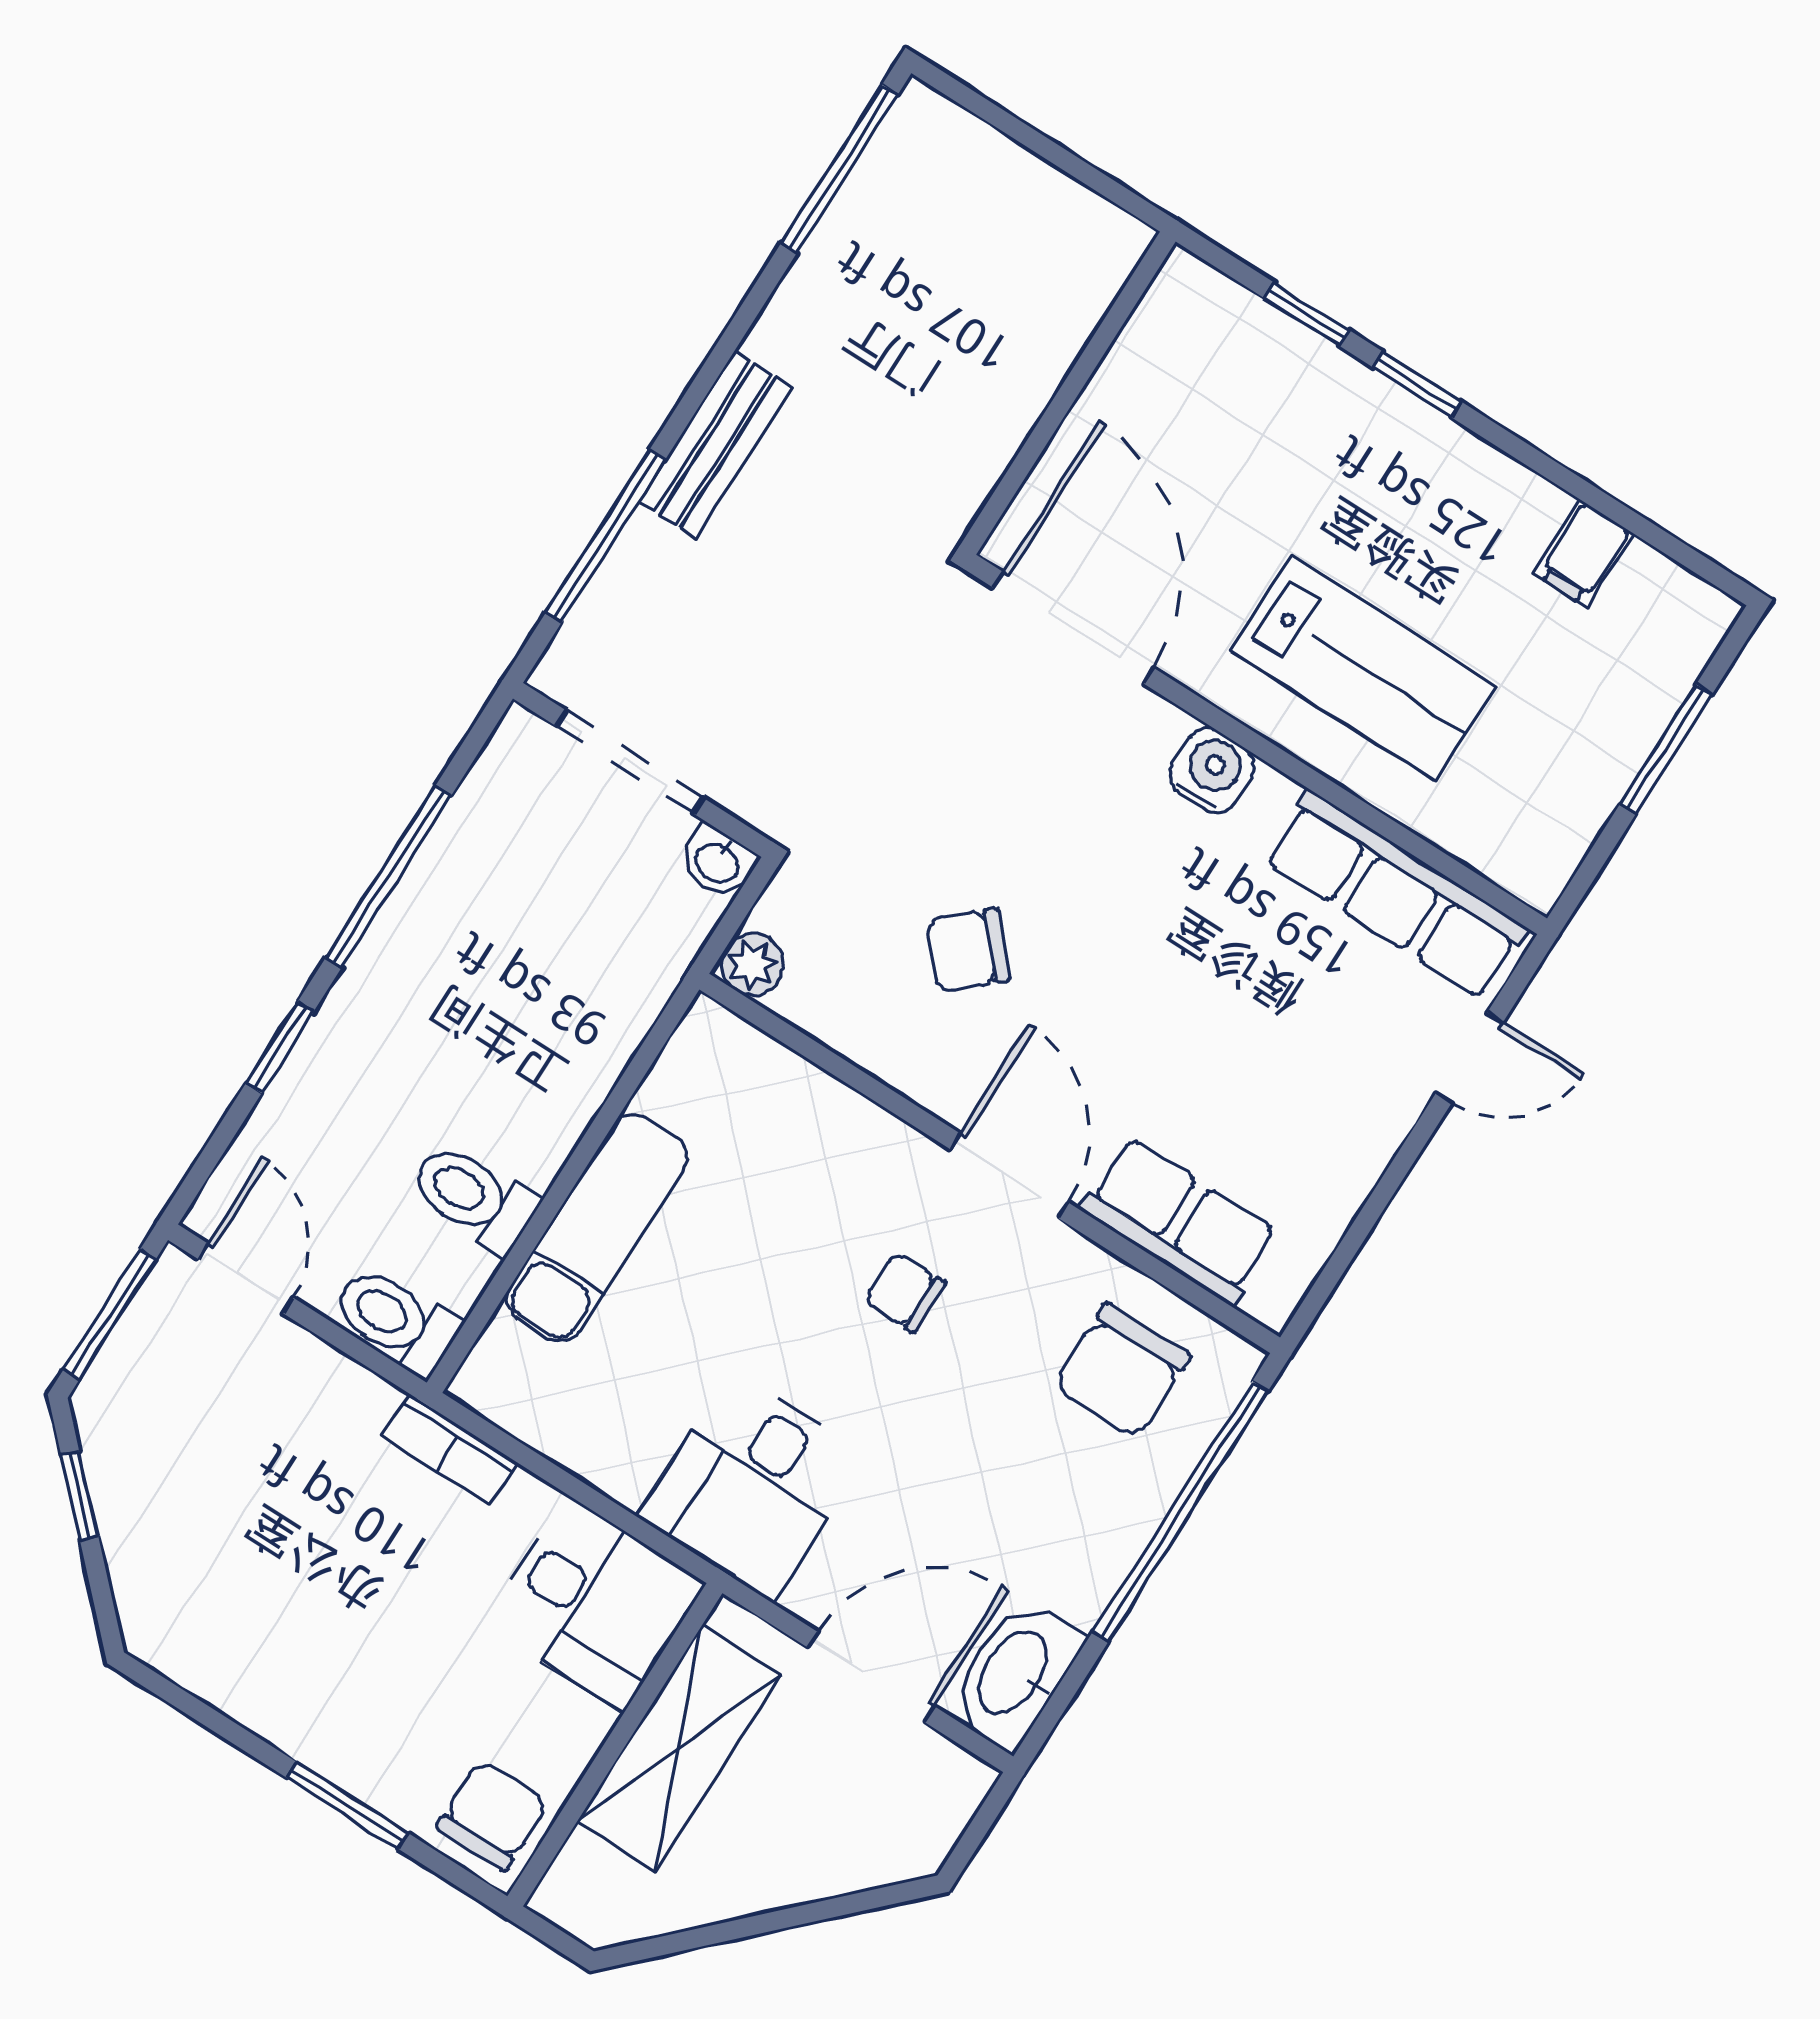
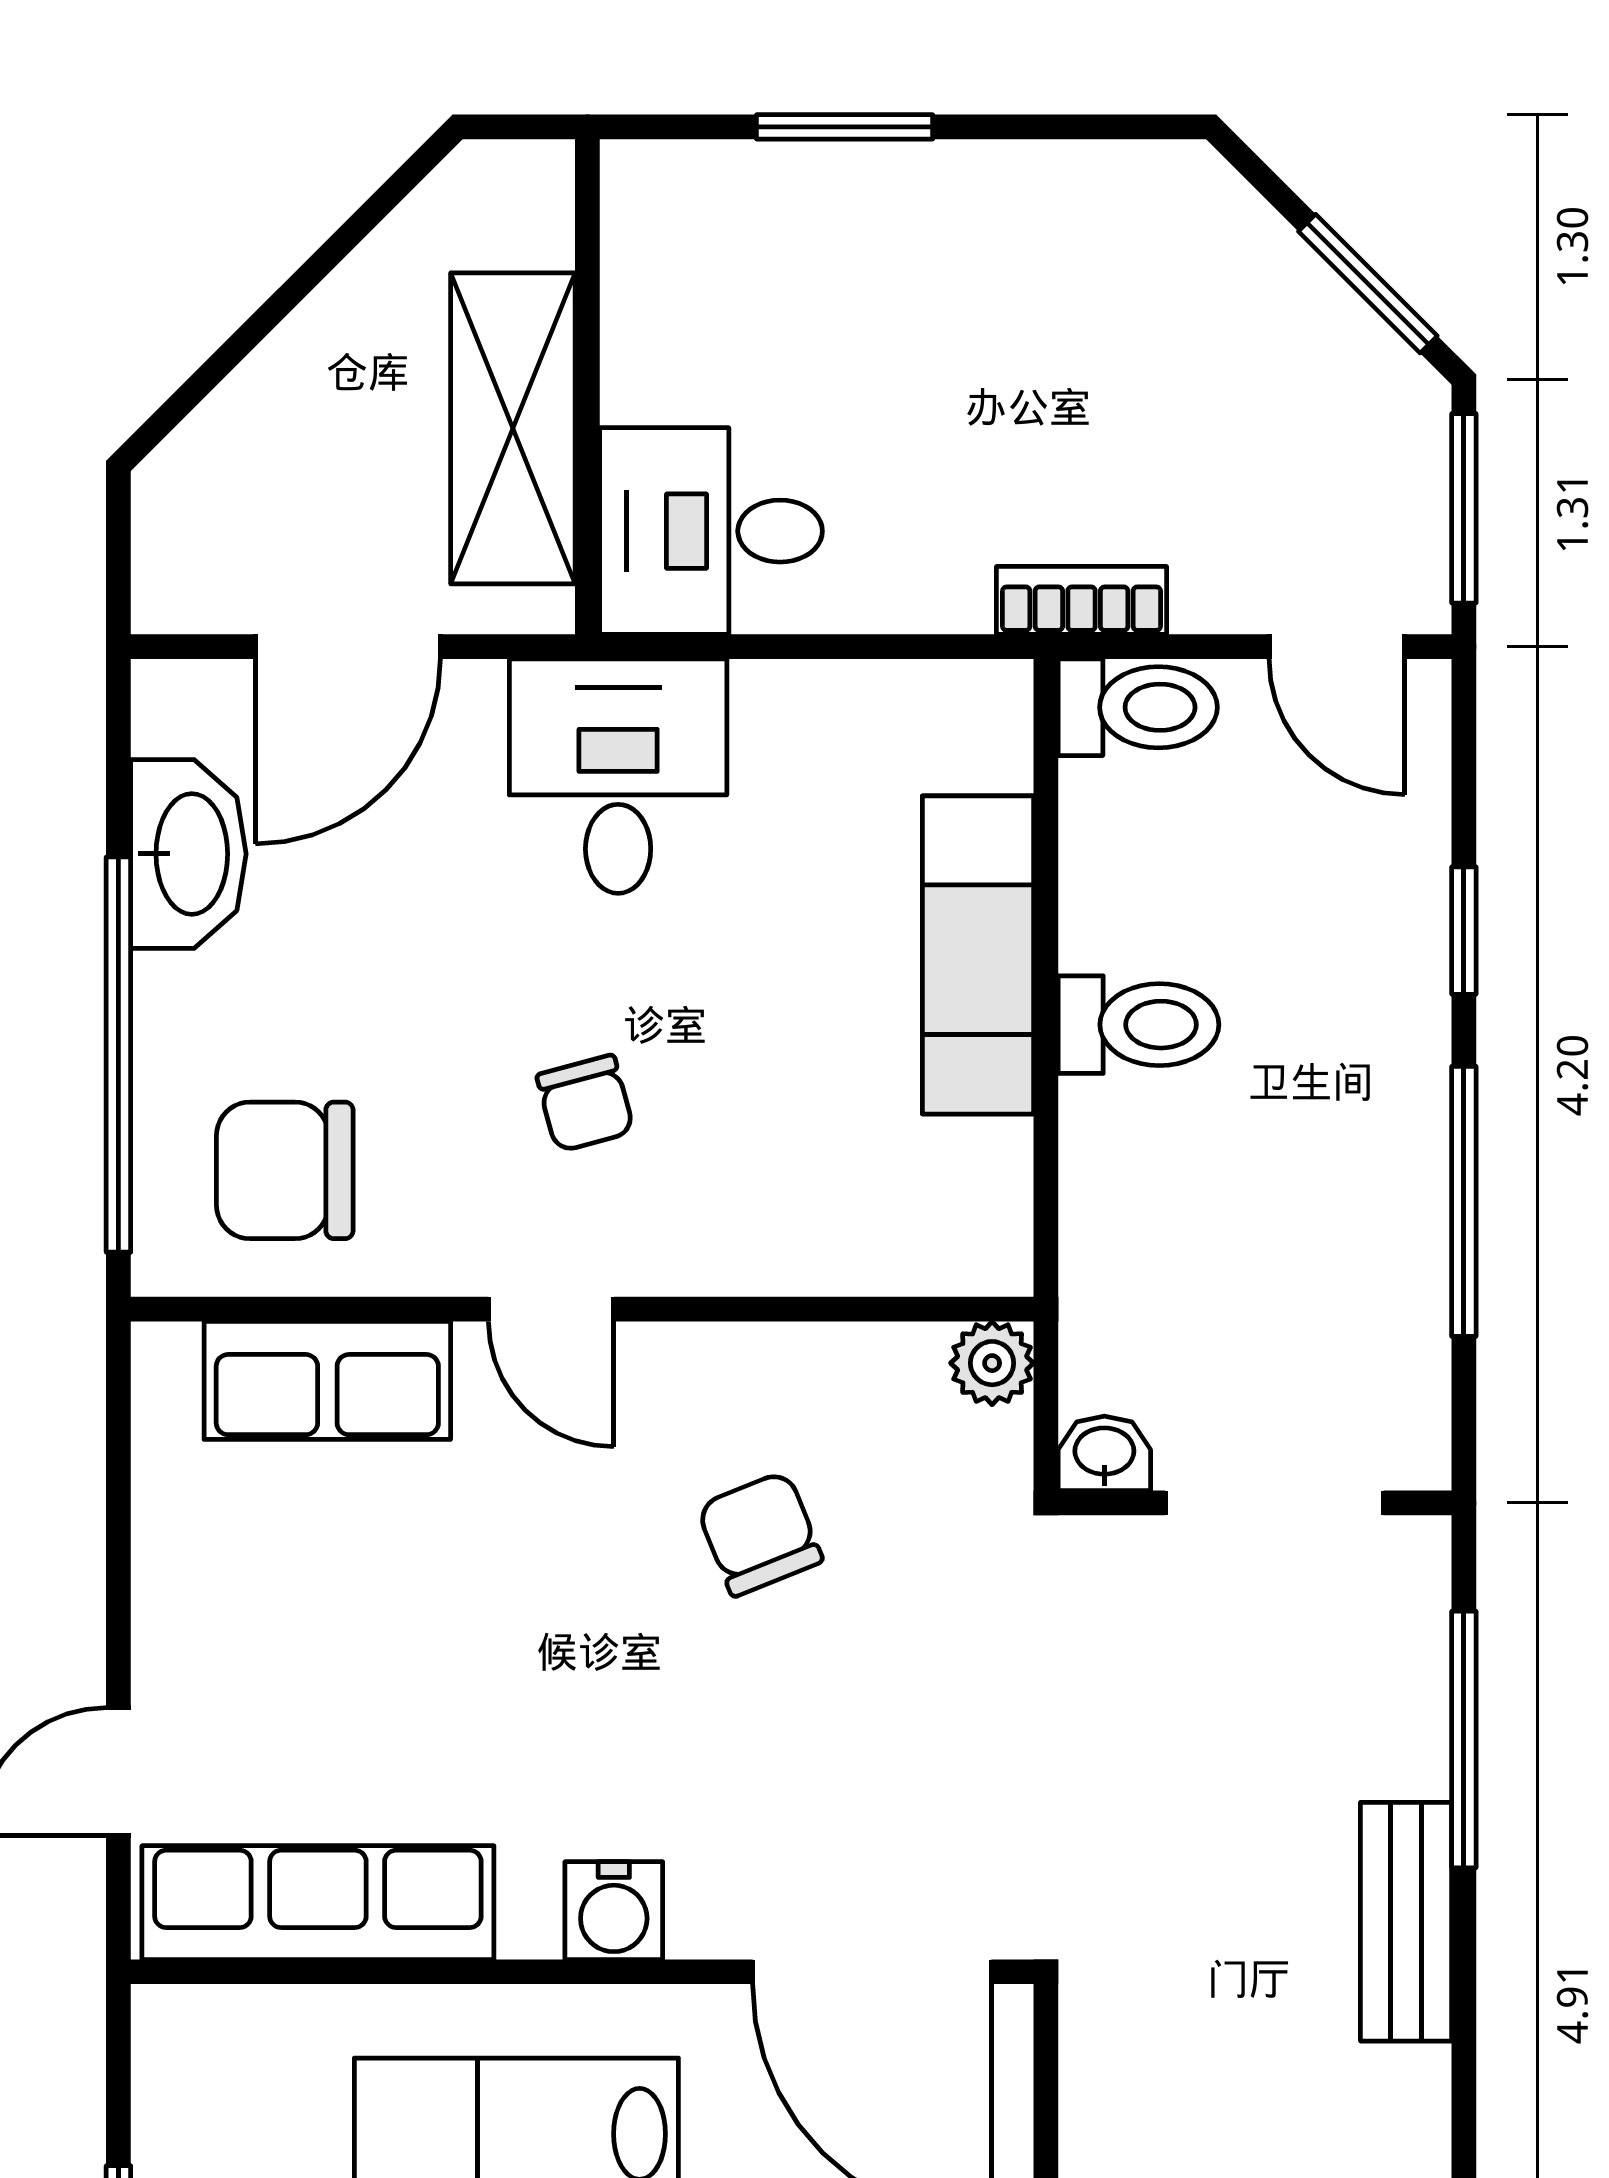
chair: (968, 950) -> (760, 1534), turned -70
door: (1009, 1176) -> (551, 1309), width x0.73
toilet: (473, 1197) -> (1139, 1025), moved
chair: (905, 1292) -> (585, 1103), turned 75
chair: (1122, 1371) -> (285, 1170), turned -90
bookcase: (450, 1450) -> (1082, 600), moved
window: (80, 1495) -> (1368, 284), width x1.50
washbasin: (1015, 1674) -> (188, 854), moved
chair: (492, 1815) -> (675, 220), removed

